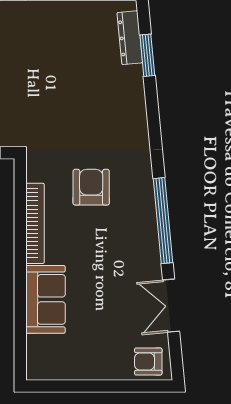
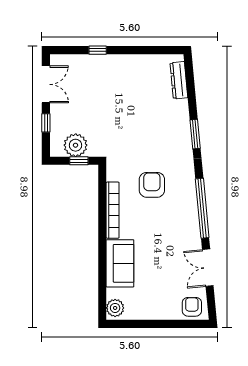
window: (147, 55) -> (195, 134), moved
armchair: (148, 362) -> (192, 307), turned 90
plant: (39, 363) -> (115, 308), added

